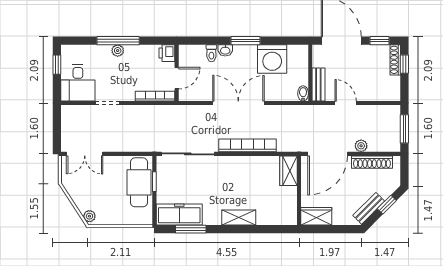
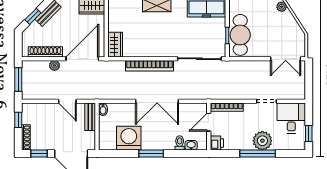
washbasin: (225, 50) -> (191, 145), moved
plant: (118, 51) -> (262, 141), width x1.87, depth x1.87
window: (404, 64) -> (18, 120), moved
double door: (85, 154) -> (286, 59), swing flipped

